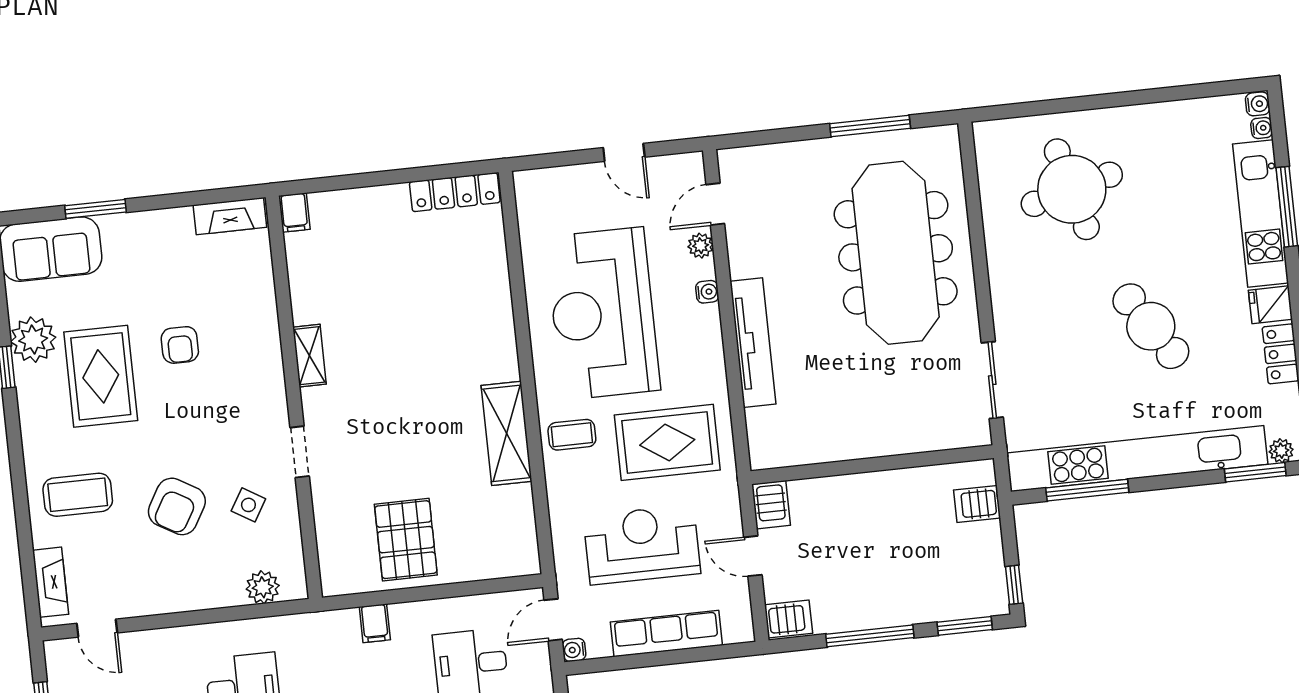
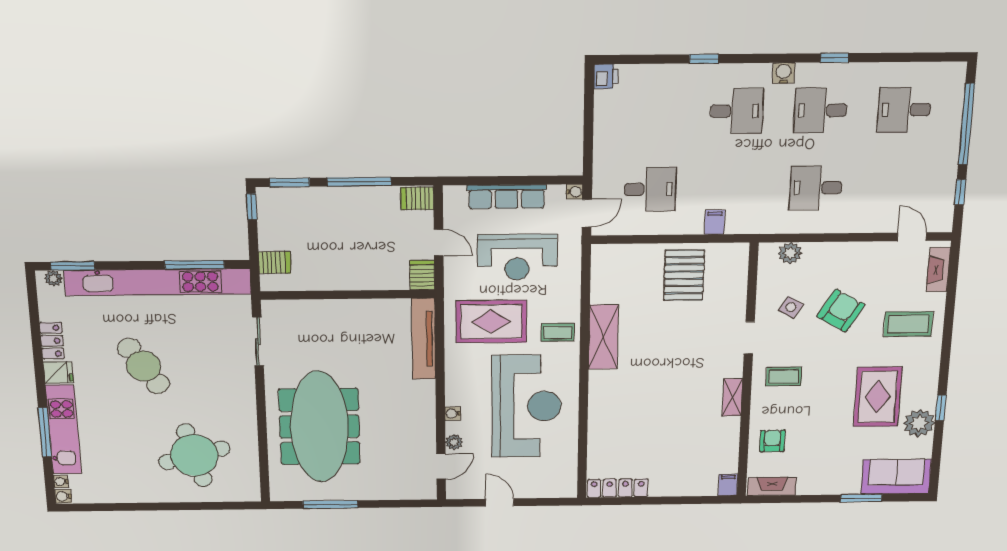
tv unit: (753, 343) -> (424, 339), moved
armchair: (180, 345) -> (772, 441), moved
coffee table: (241, 396) -> (784, 377), added

